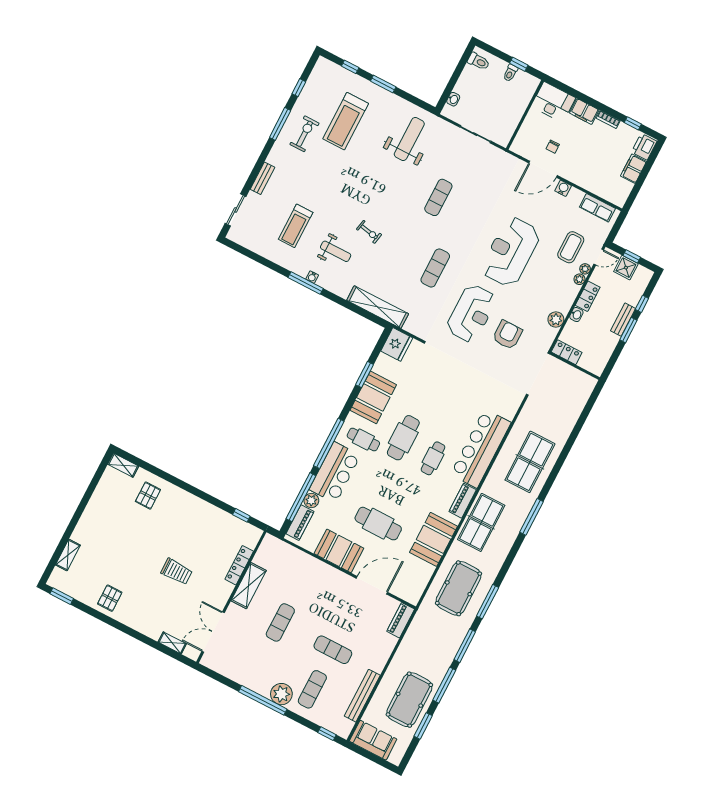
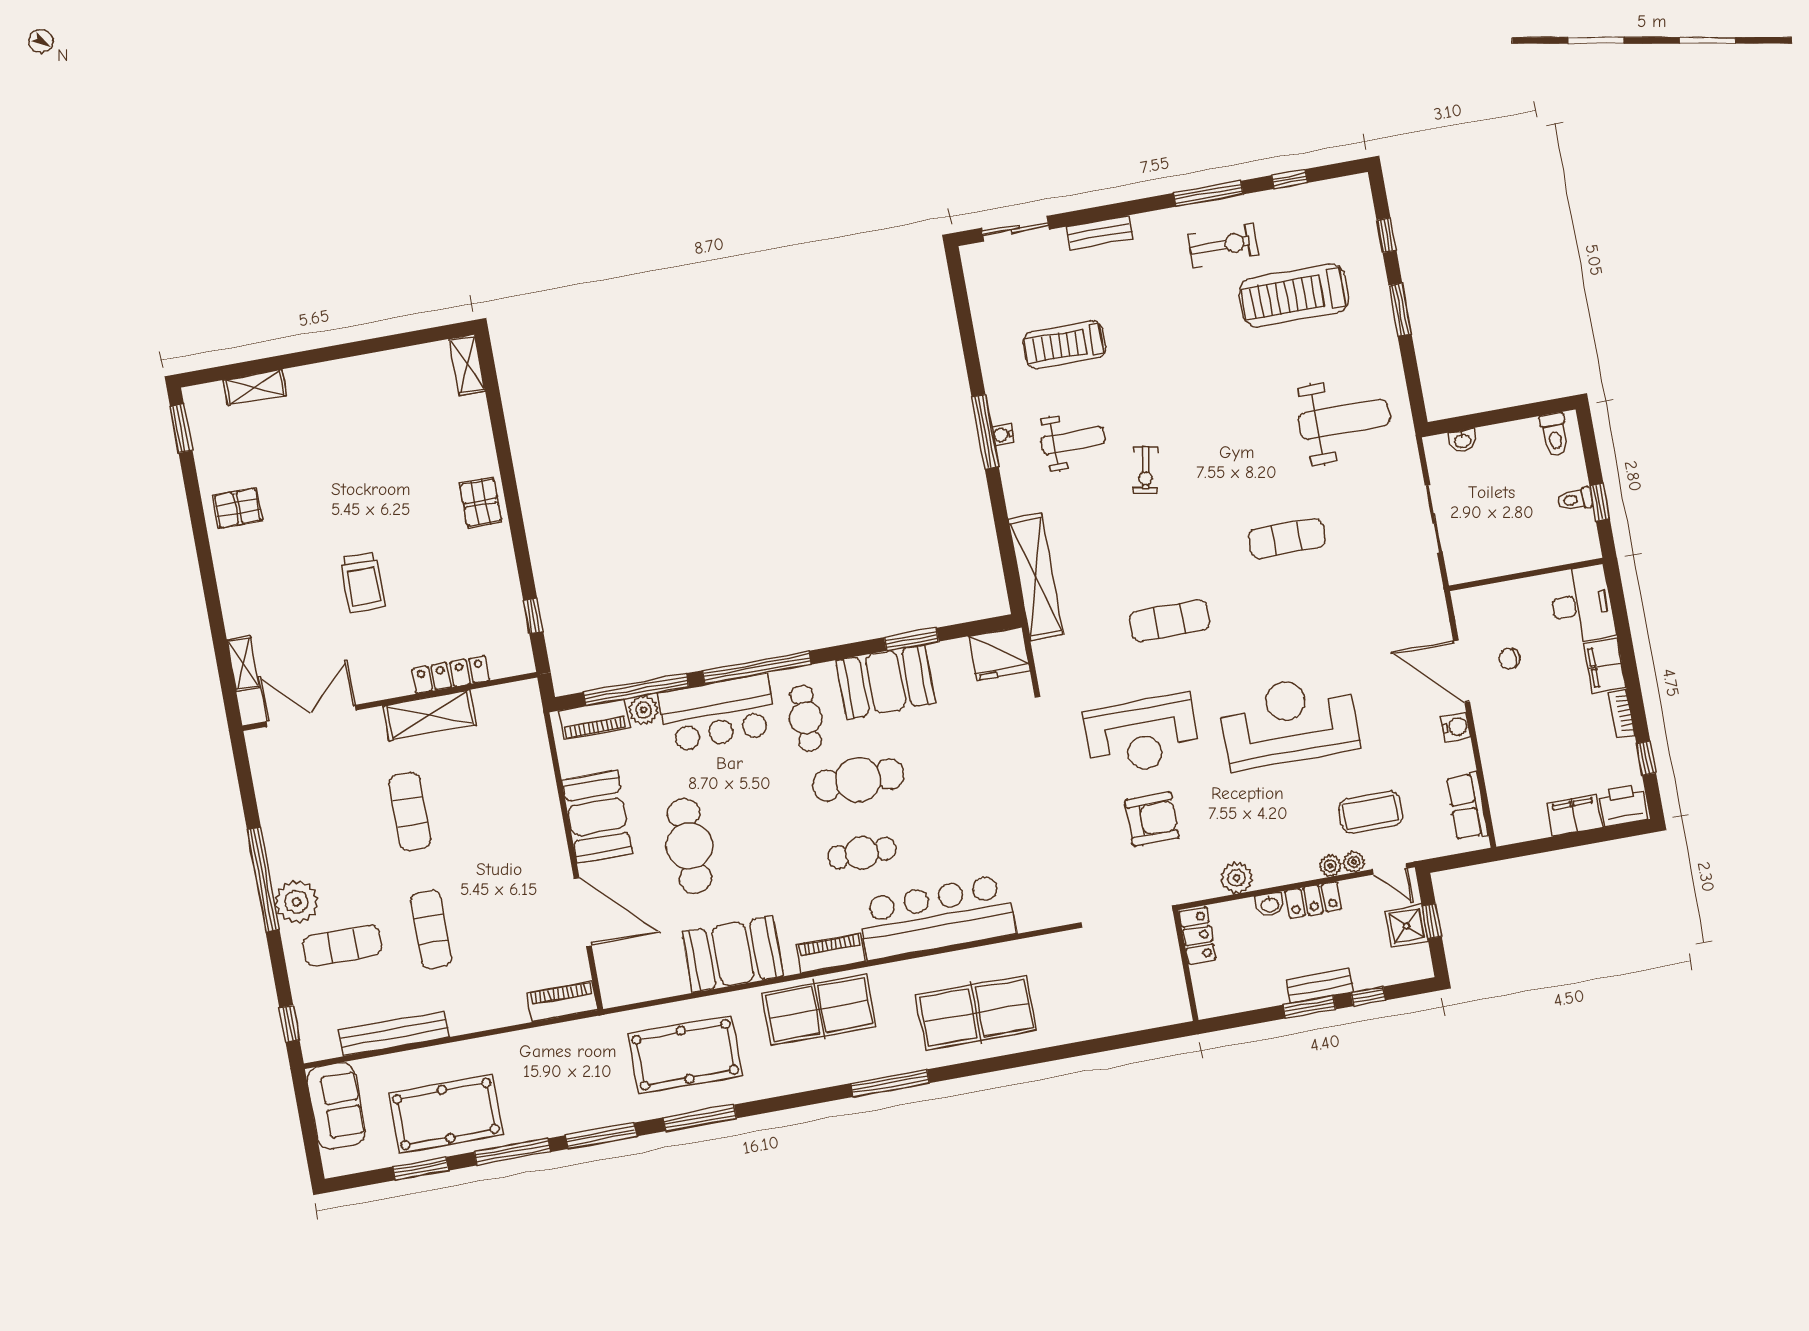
weight bench: (336, 251) -> (1073, 440), turned -90
pallet: (148, 496) -> (481, 503), moved, turned 90
exercise mat: (280, 622) -> (410, 812), turned 90

